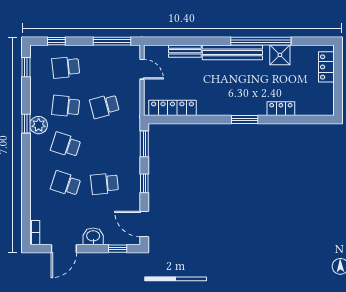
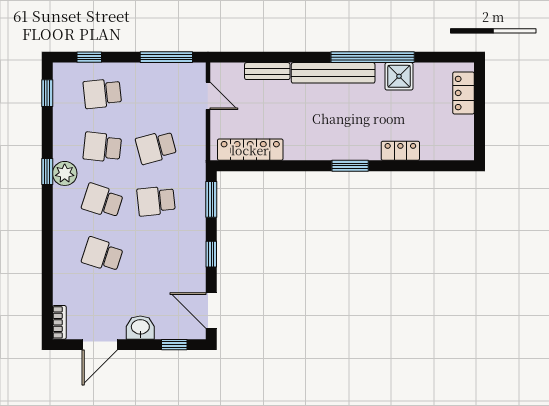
school desk: (105, 184) -> (156, 201), moved

